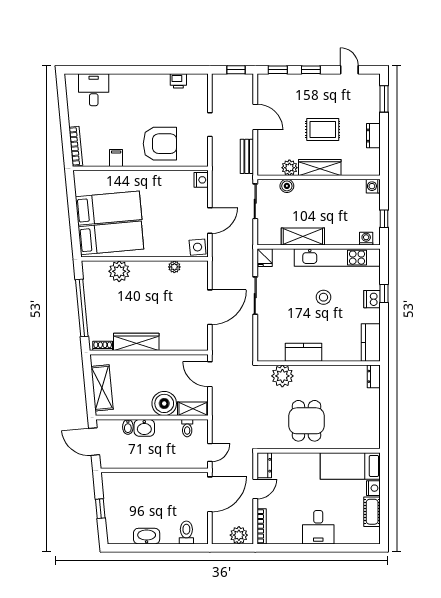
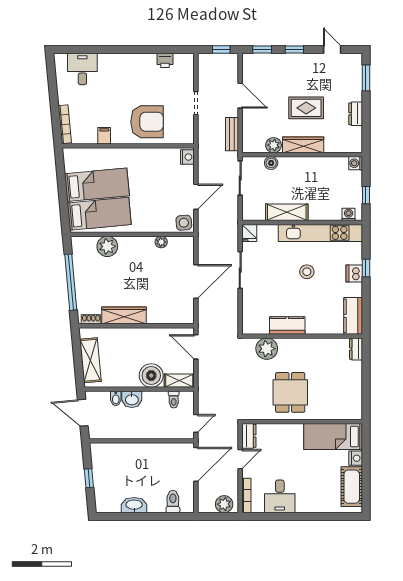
cot: (372, 512) -> (352, 487), width x1.37, depth x1.34
desk: (318, 527) -> (280, 496), moved

